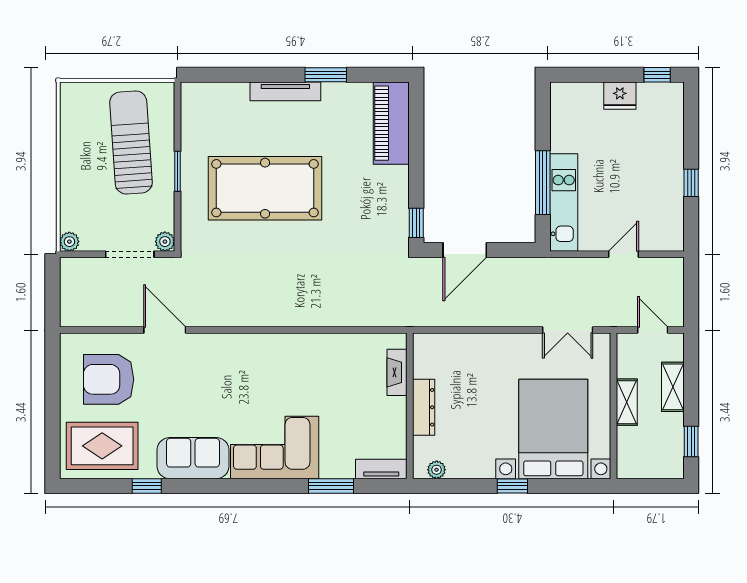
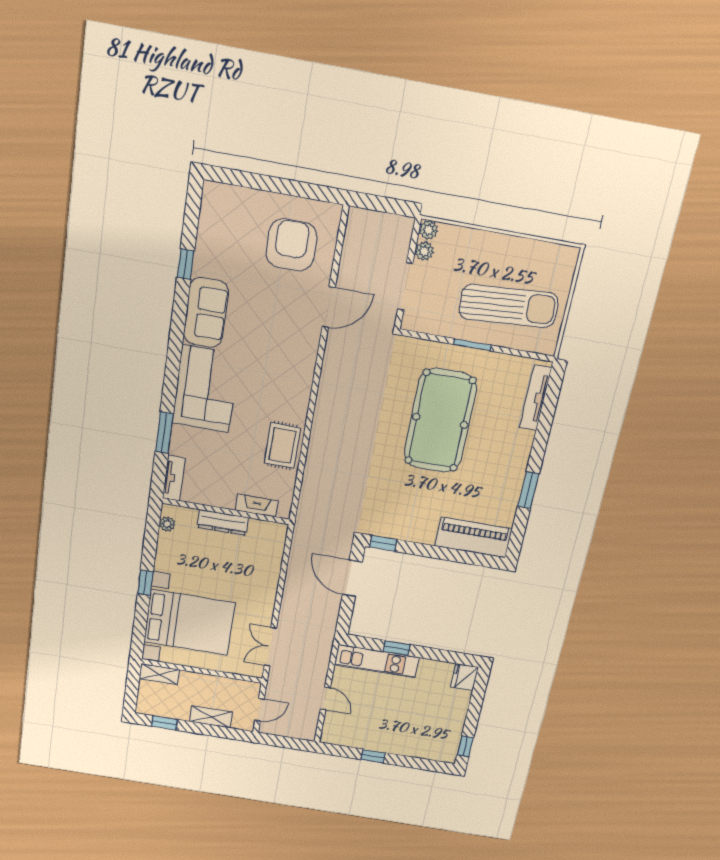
tv unit: (285, 91) -> (535, 398), moved
fridge: (620, 96) -> (464, 677), moved
window: (543, 183) -> (397, 648), width x0.46
plant: (165, 242) -> (424, 251), moved
shelving: (627, 402) -> (159, 674), moved
rug: (102, 446) -> (282, 445), moved, width x0.73, depth x0.70

